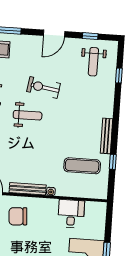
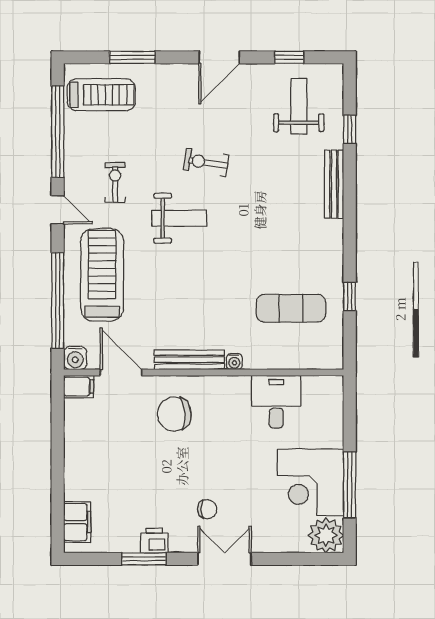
weight bench: (93, 62) -> (299, 106), turned 180
exercise bike: (44, 87) -> (206, 162), width x0.73, depth x0.72
bench: (107, 136) -> (334, 184), moved

